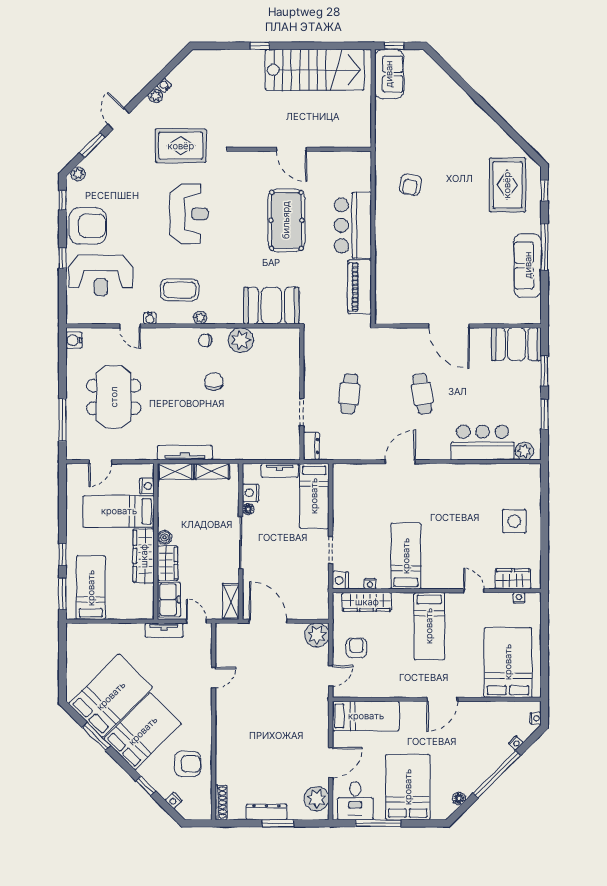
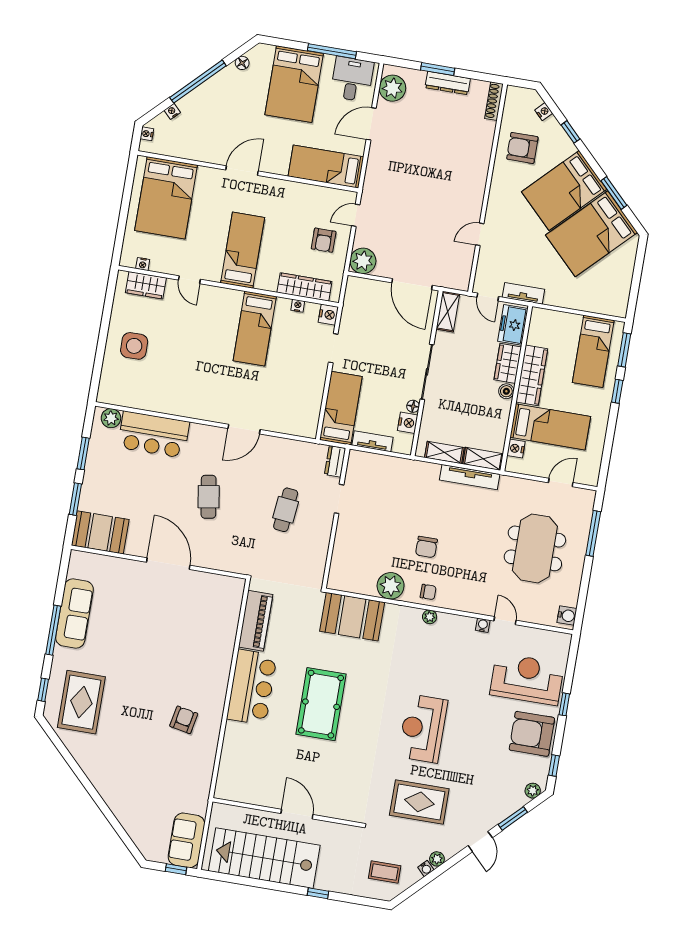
door: (292, 149) -> (297, 814), moved
wall: (301, 149) -> (287, 812), moved
coffee table: (180, 290) -> (385, 872), moved, width x0.73, depth x0.77

